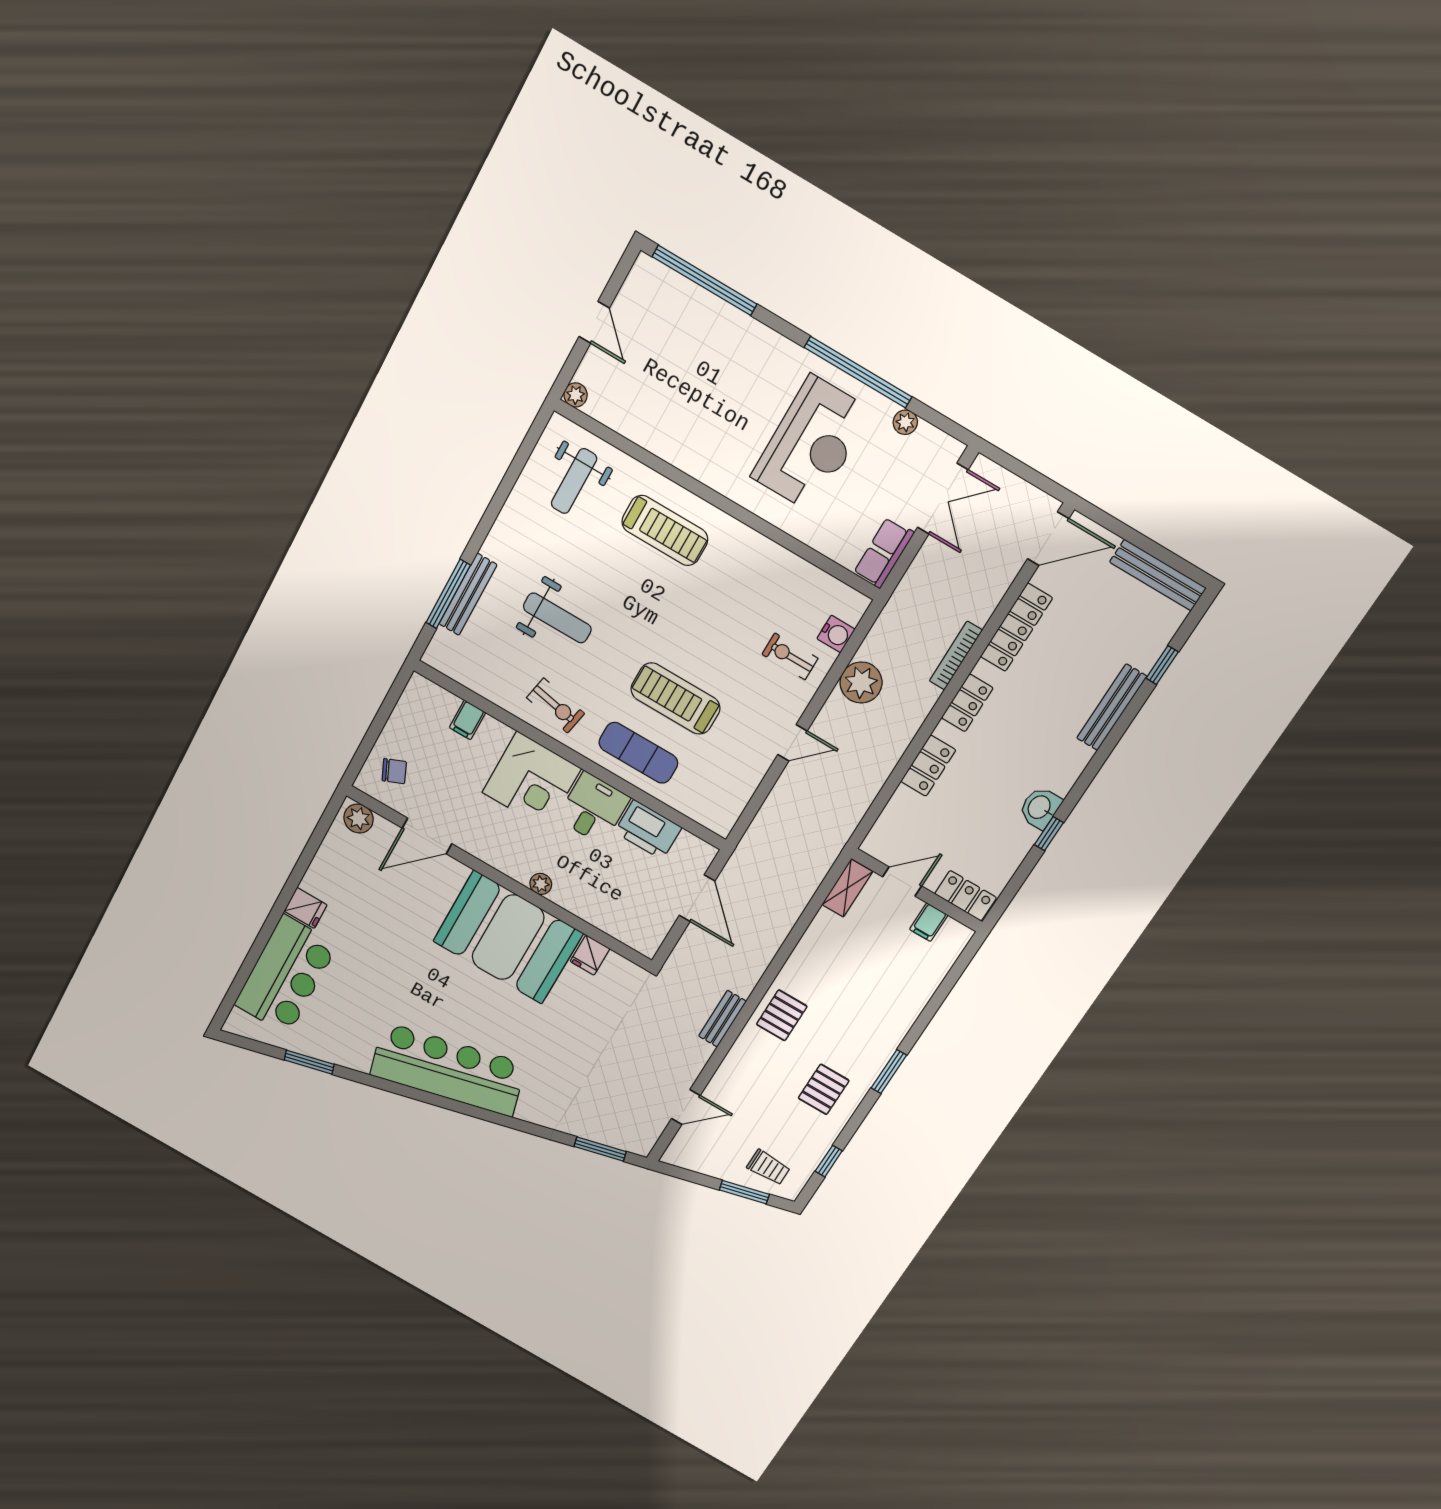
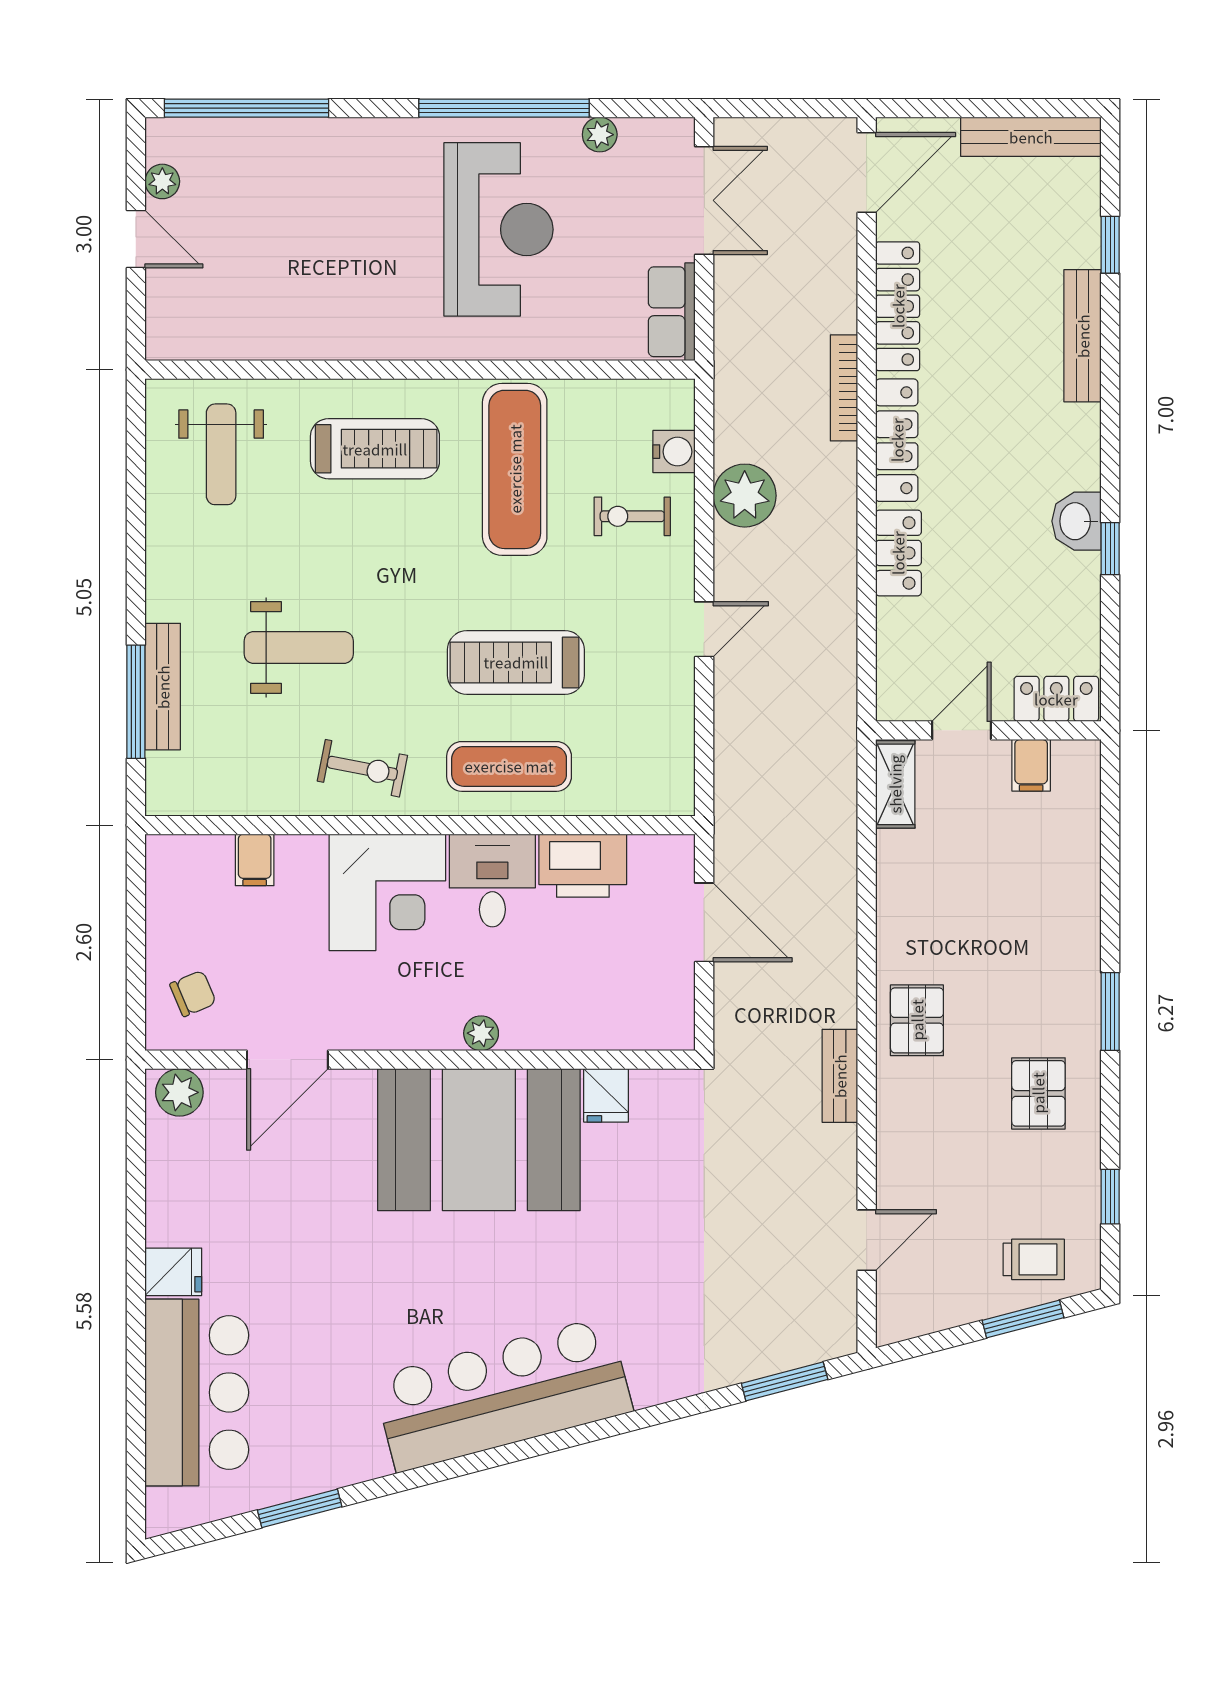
plant: (576, 395) -> (162, 181), moved
exercise mat: (738, 590) -> (515, 469), added
locker: (967, 703) -> (897, 440), width x1.53

